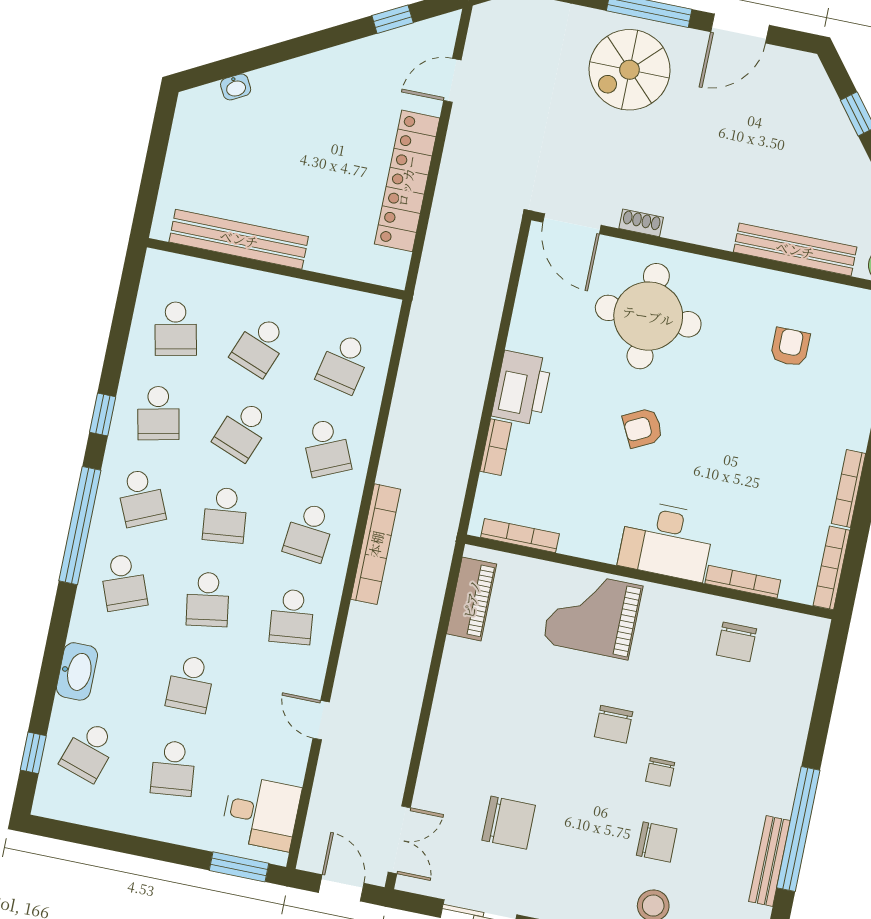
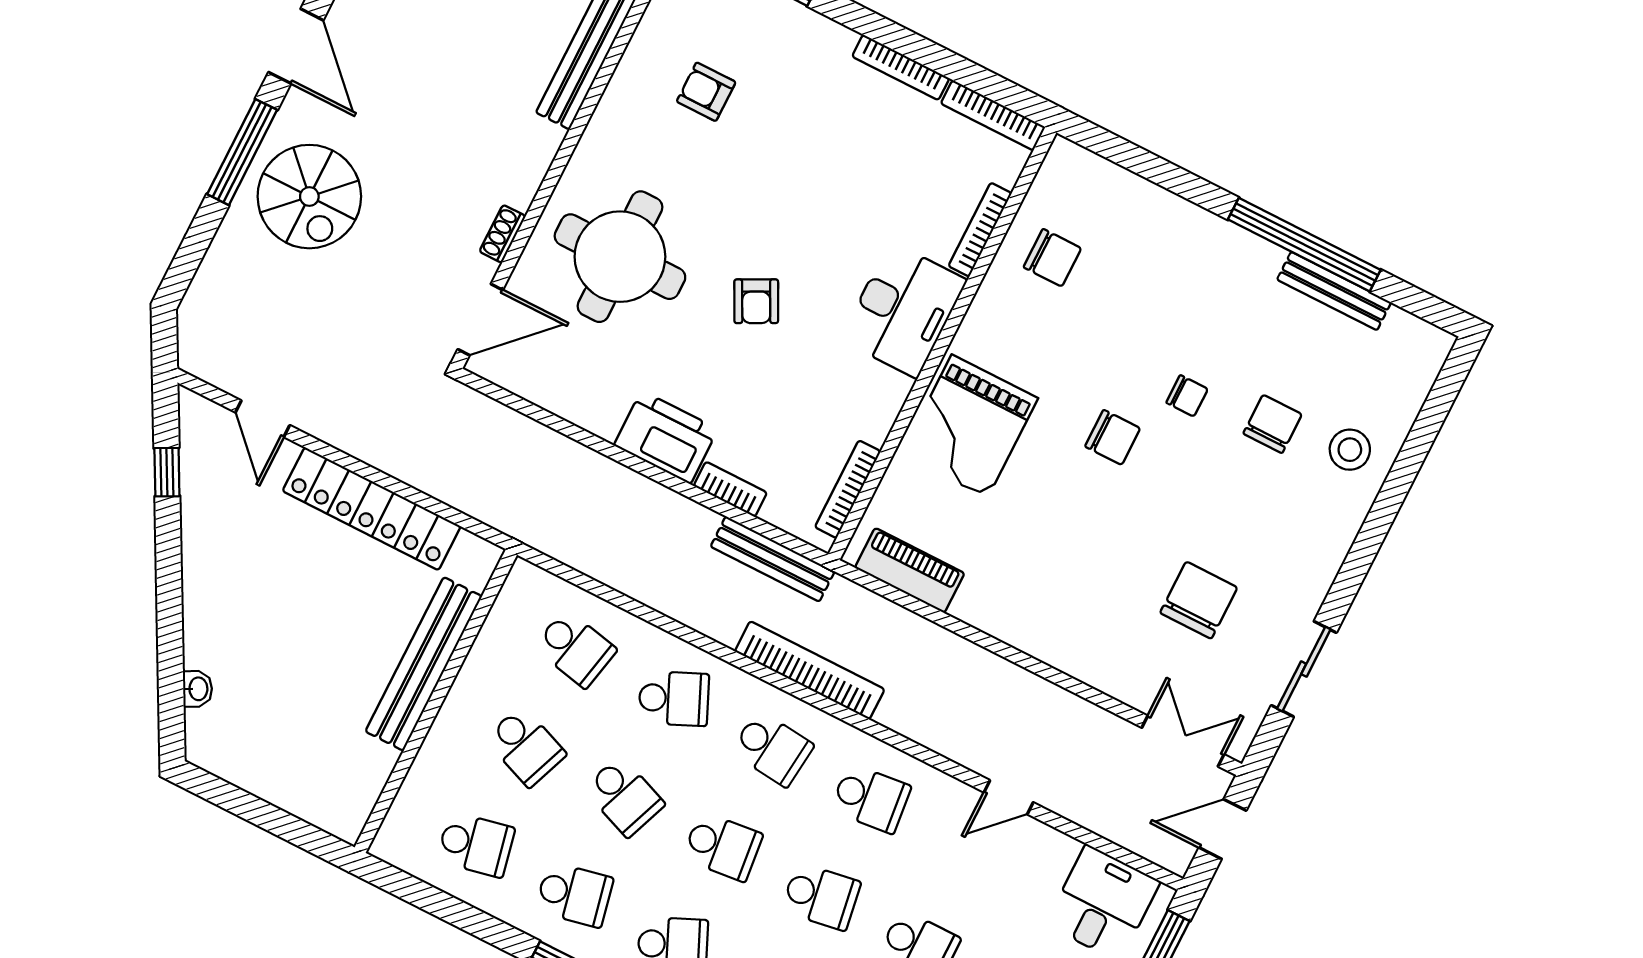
bench: (239, 239) -> (424, 664), moved
bench: (452, 493) -> (773, 559), added

